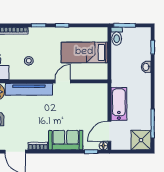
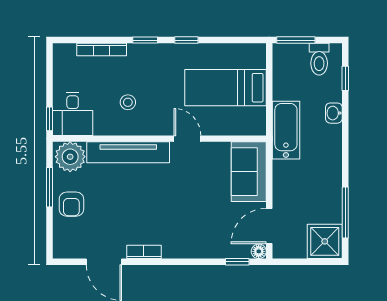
toilet: (117, 36) -> (319, 59), moved
door: (63, 81) -> (187, 139), hinge flipped
bathtub: (119, 104) -> (286, 130), moved
sofa: (66, 140) -> (249, 172), moved, turned -90

